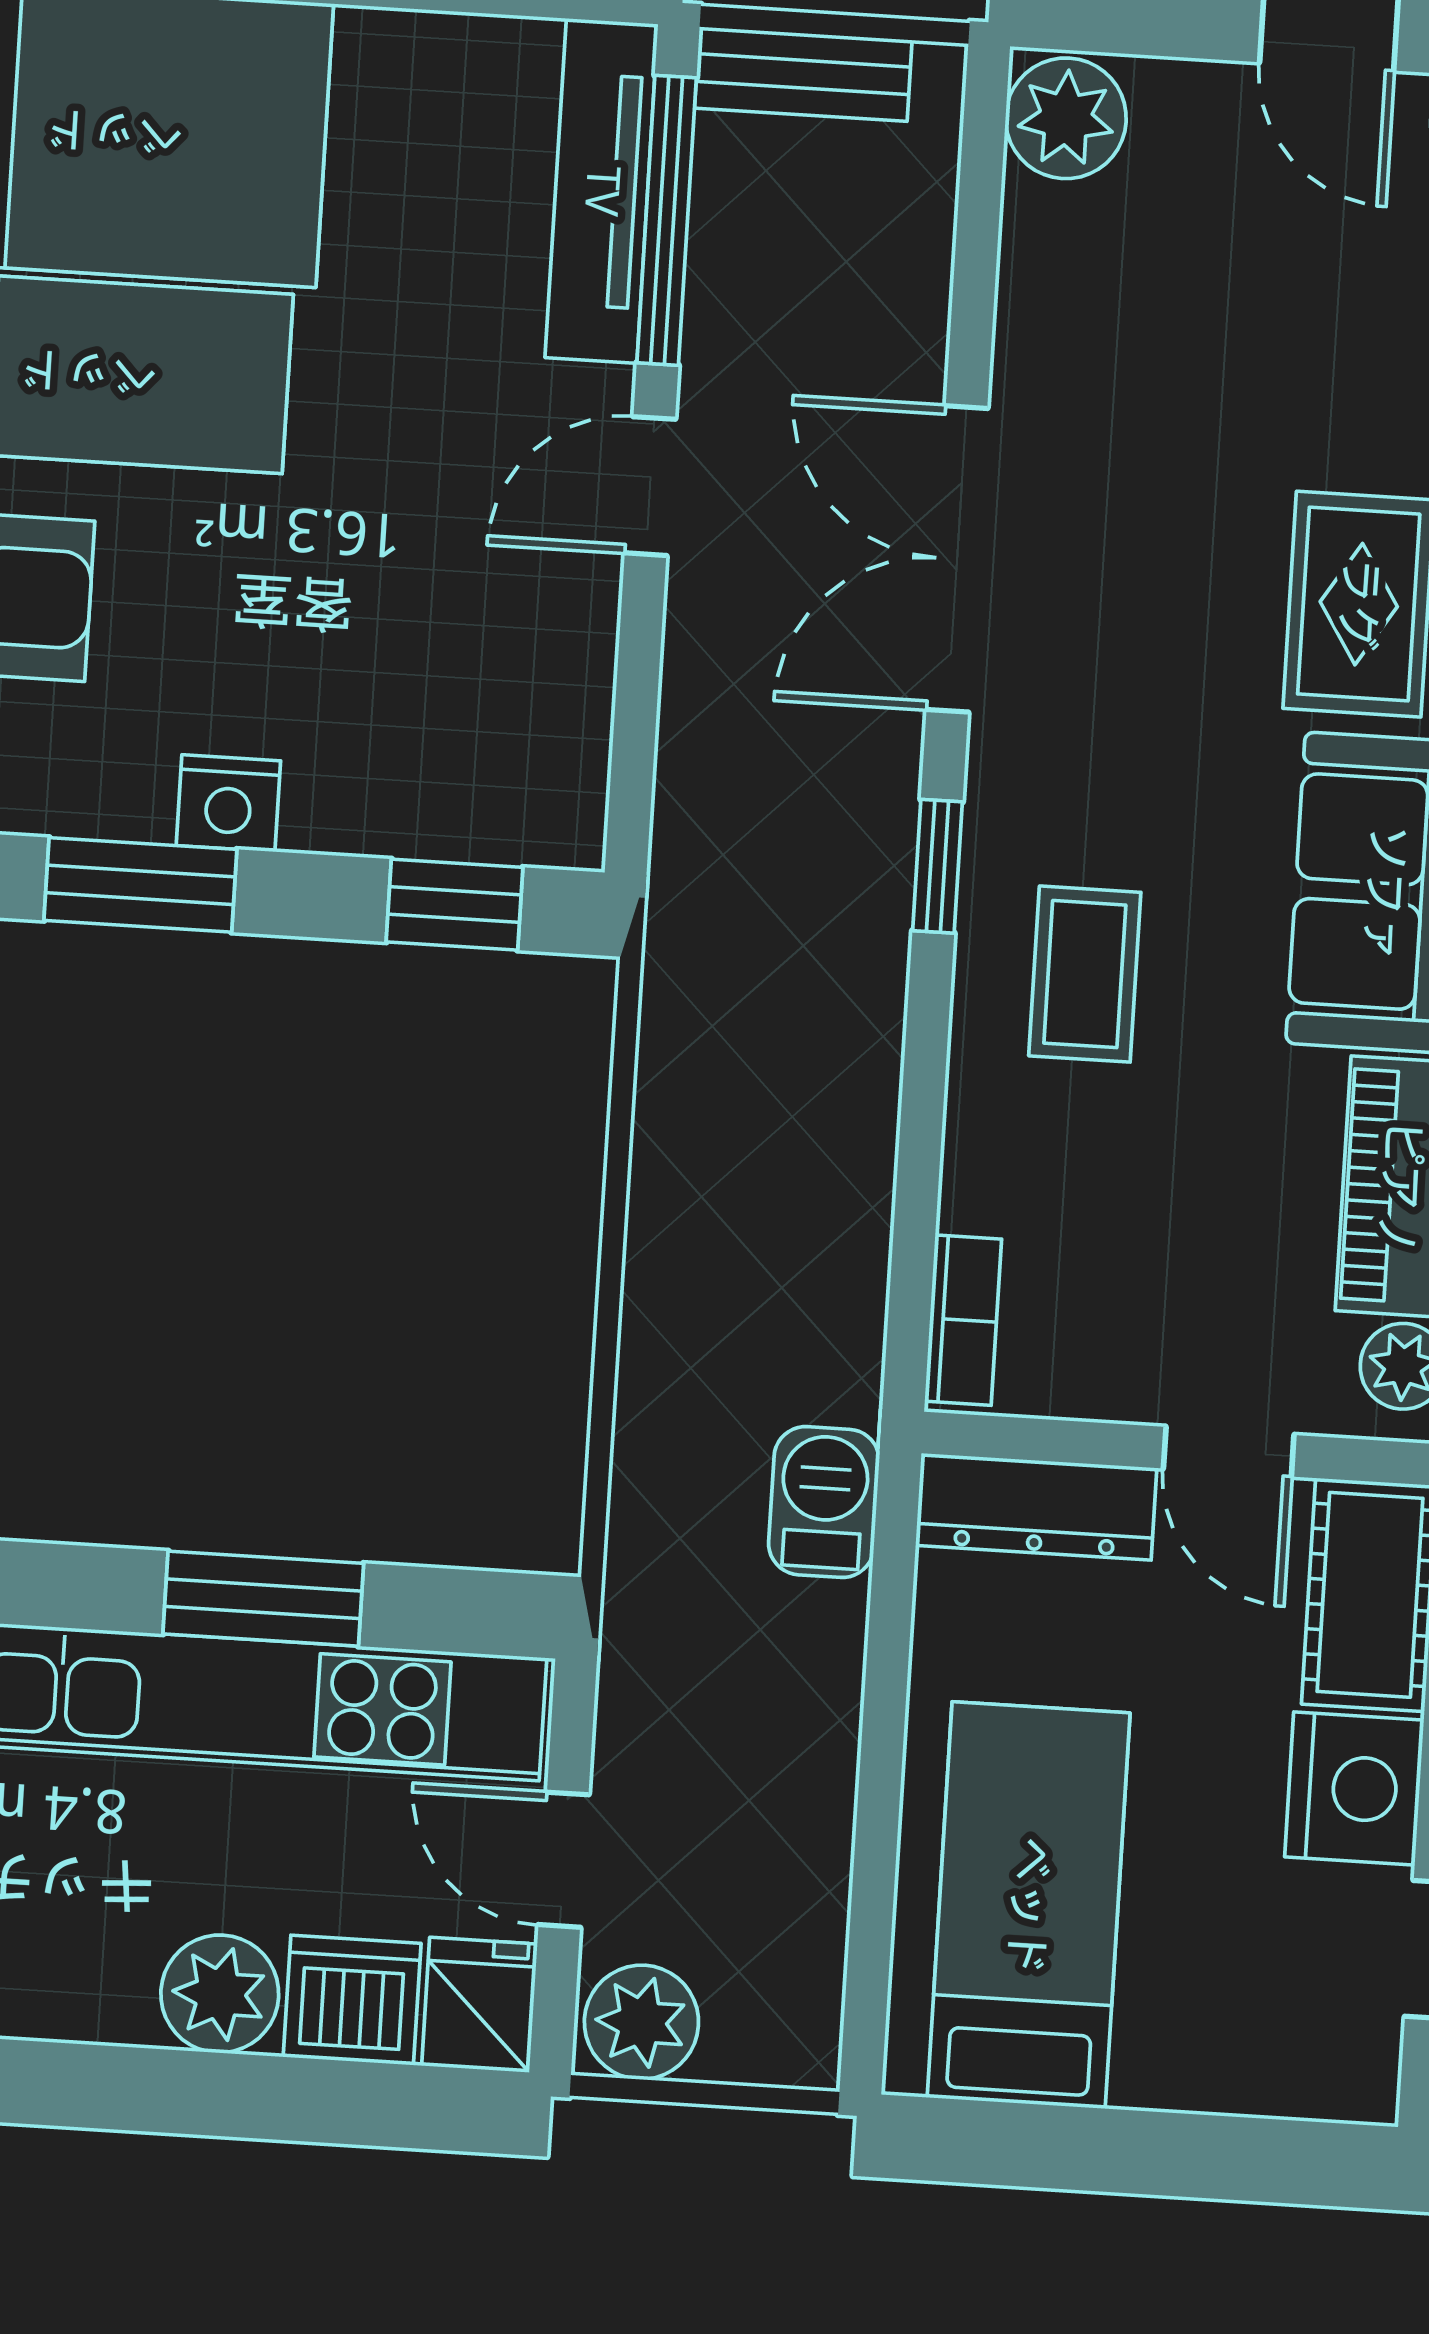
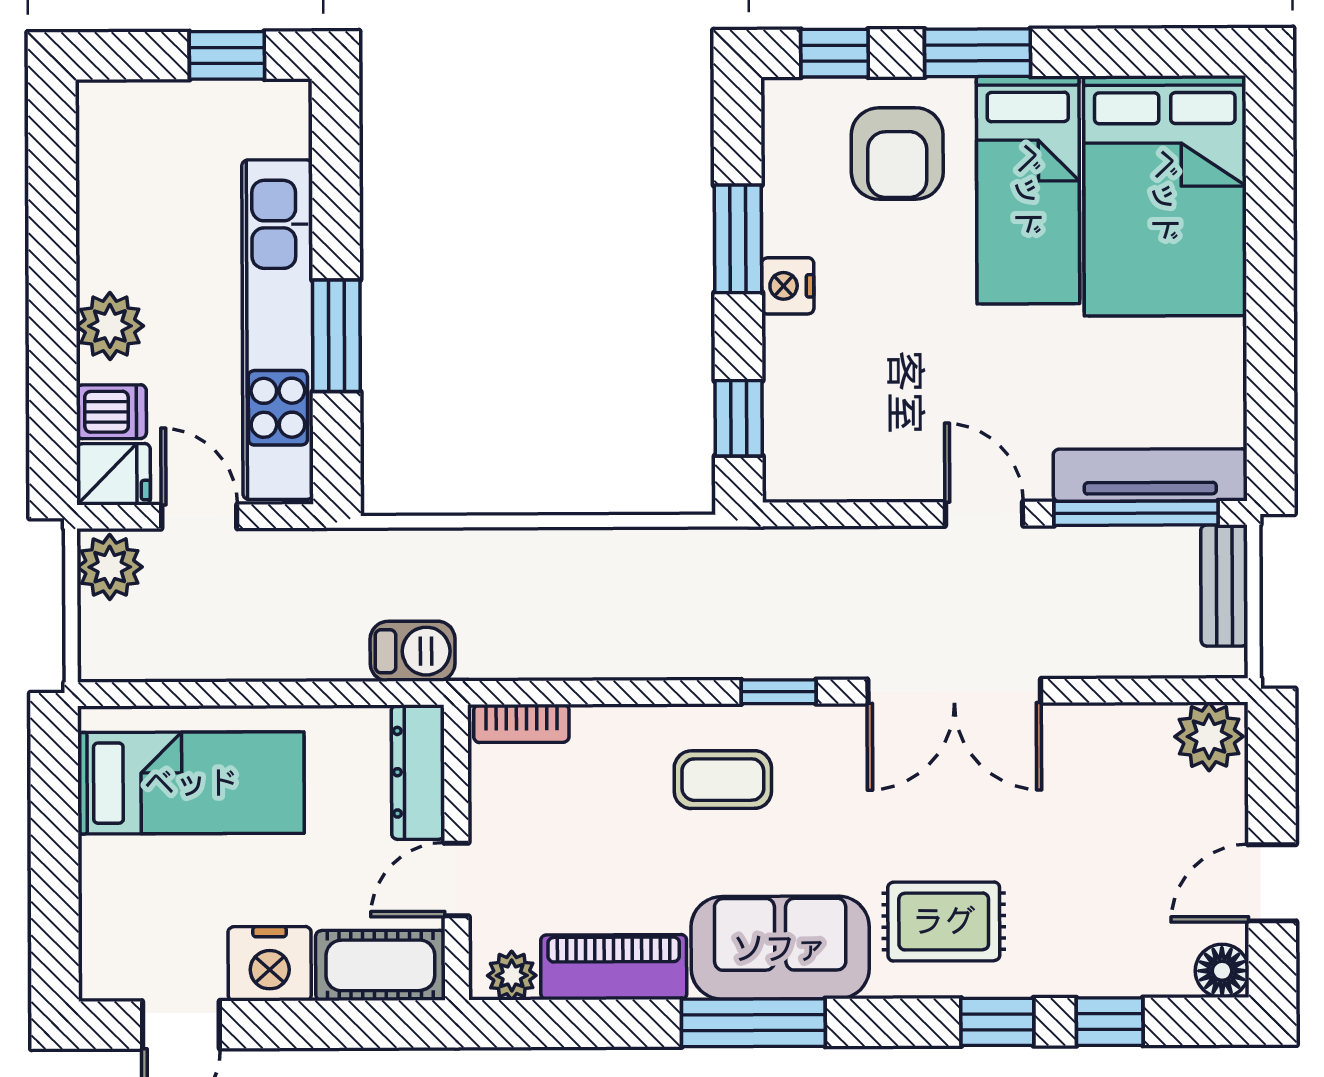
double door: (957, 559) -> (954, 691), swing flipped
door: (563, 1860) -> (199, 516), hinge flipped
dishwasher: (352, 2000) -> (111, 412), width x0.73

